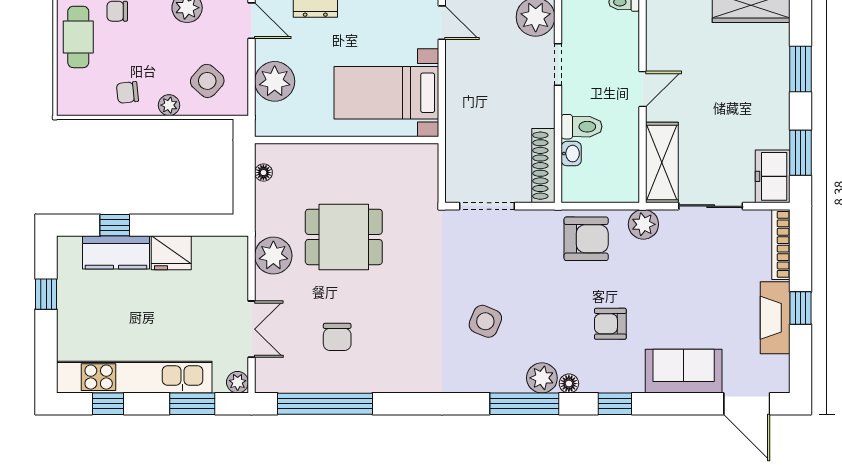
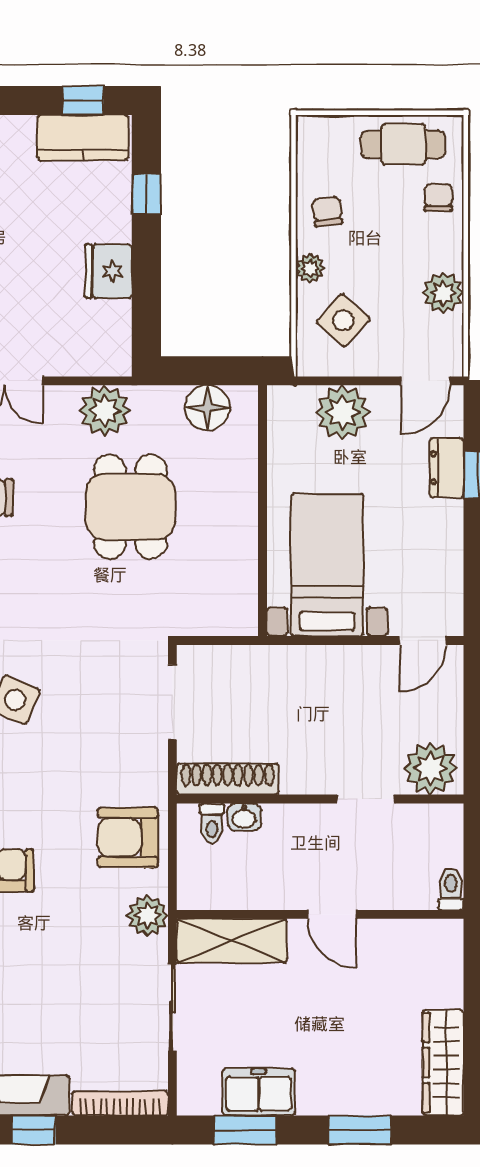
toilet: (582, 127) -> (212, 823), moved, width x0.73, depth x0.72
floor lamp: (263, 173) -> (208, 408), width x1.89, depth x1.89
freezer: (773, 176) -> (259, 1092), moved
armchair: (586, 239) -> (128, 837), turned 90
kitchen counter: (116, 252) -> (83, 138), moved, turned -90
window: (46, 294) -> (83, 100), moved

